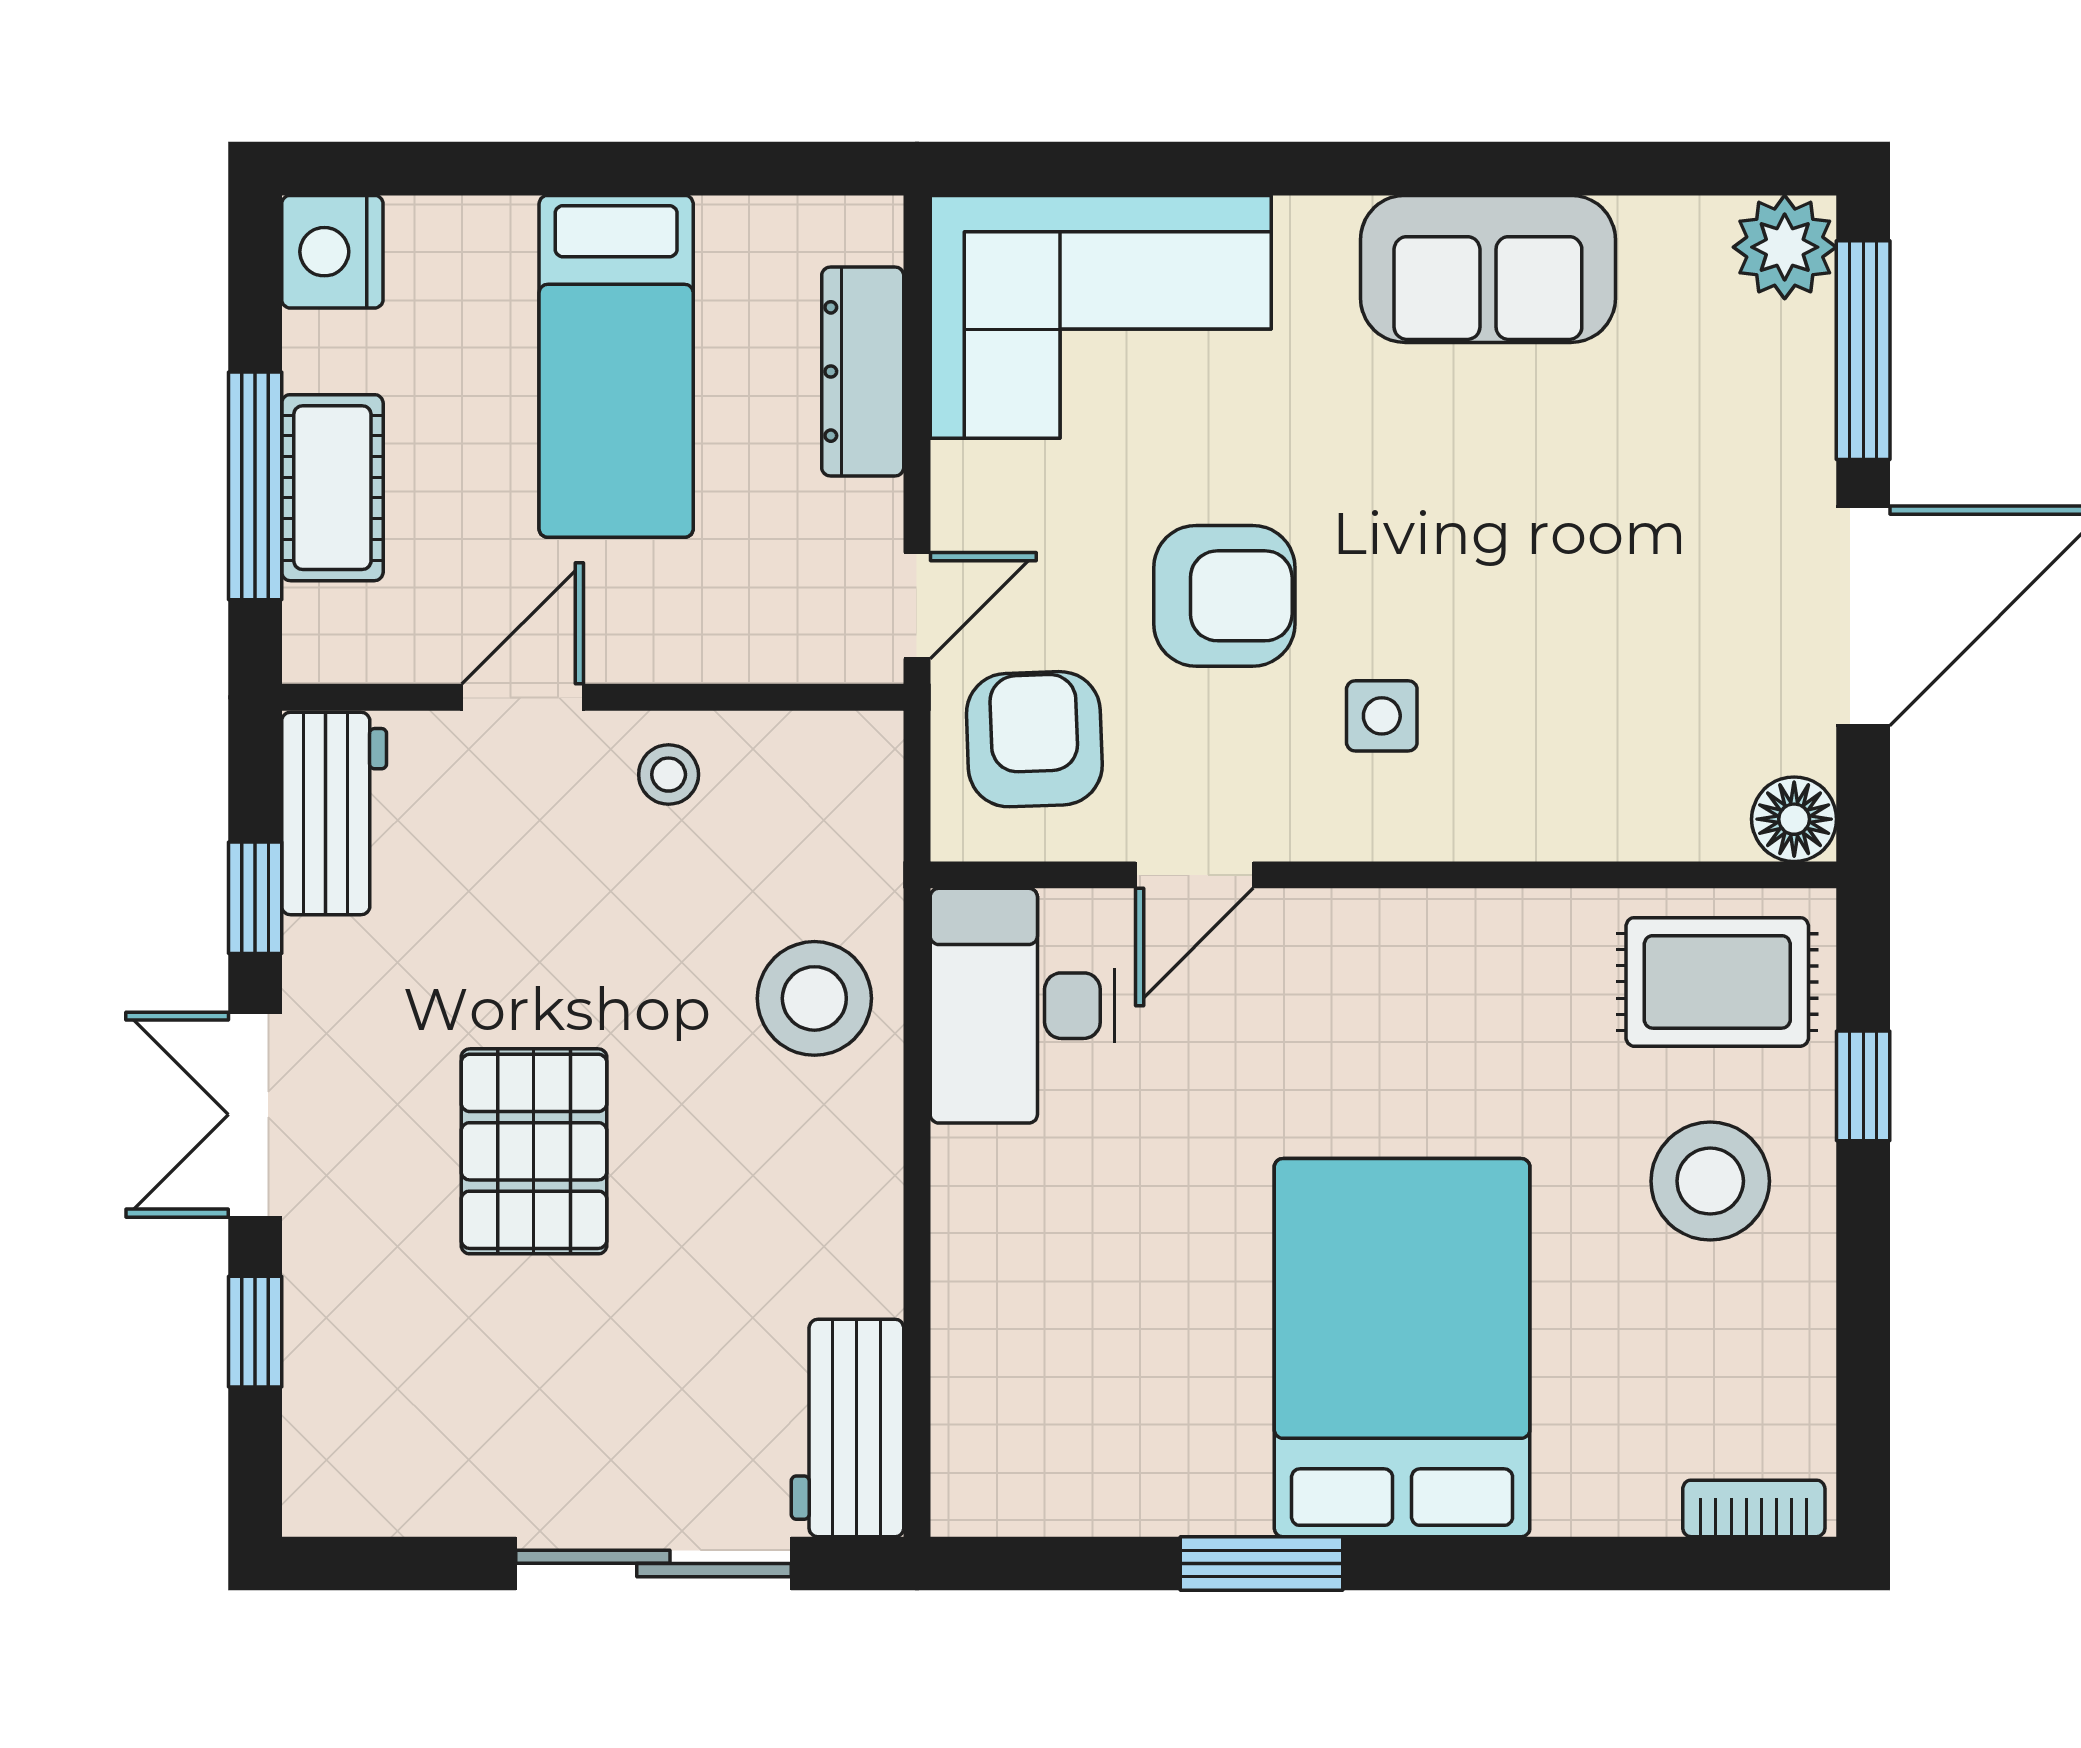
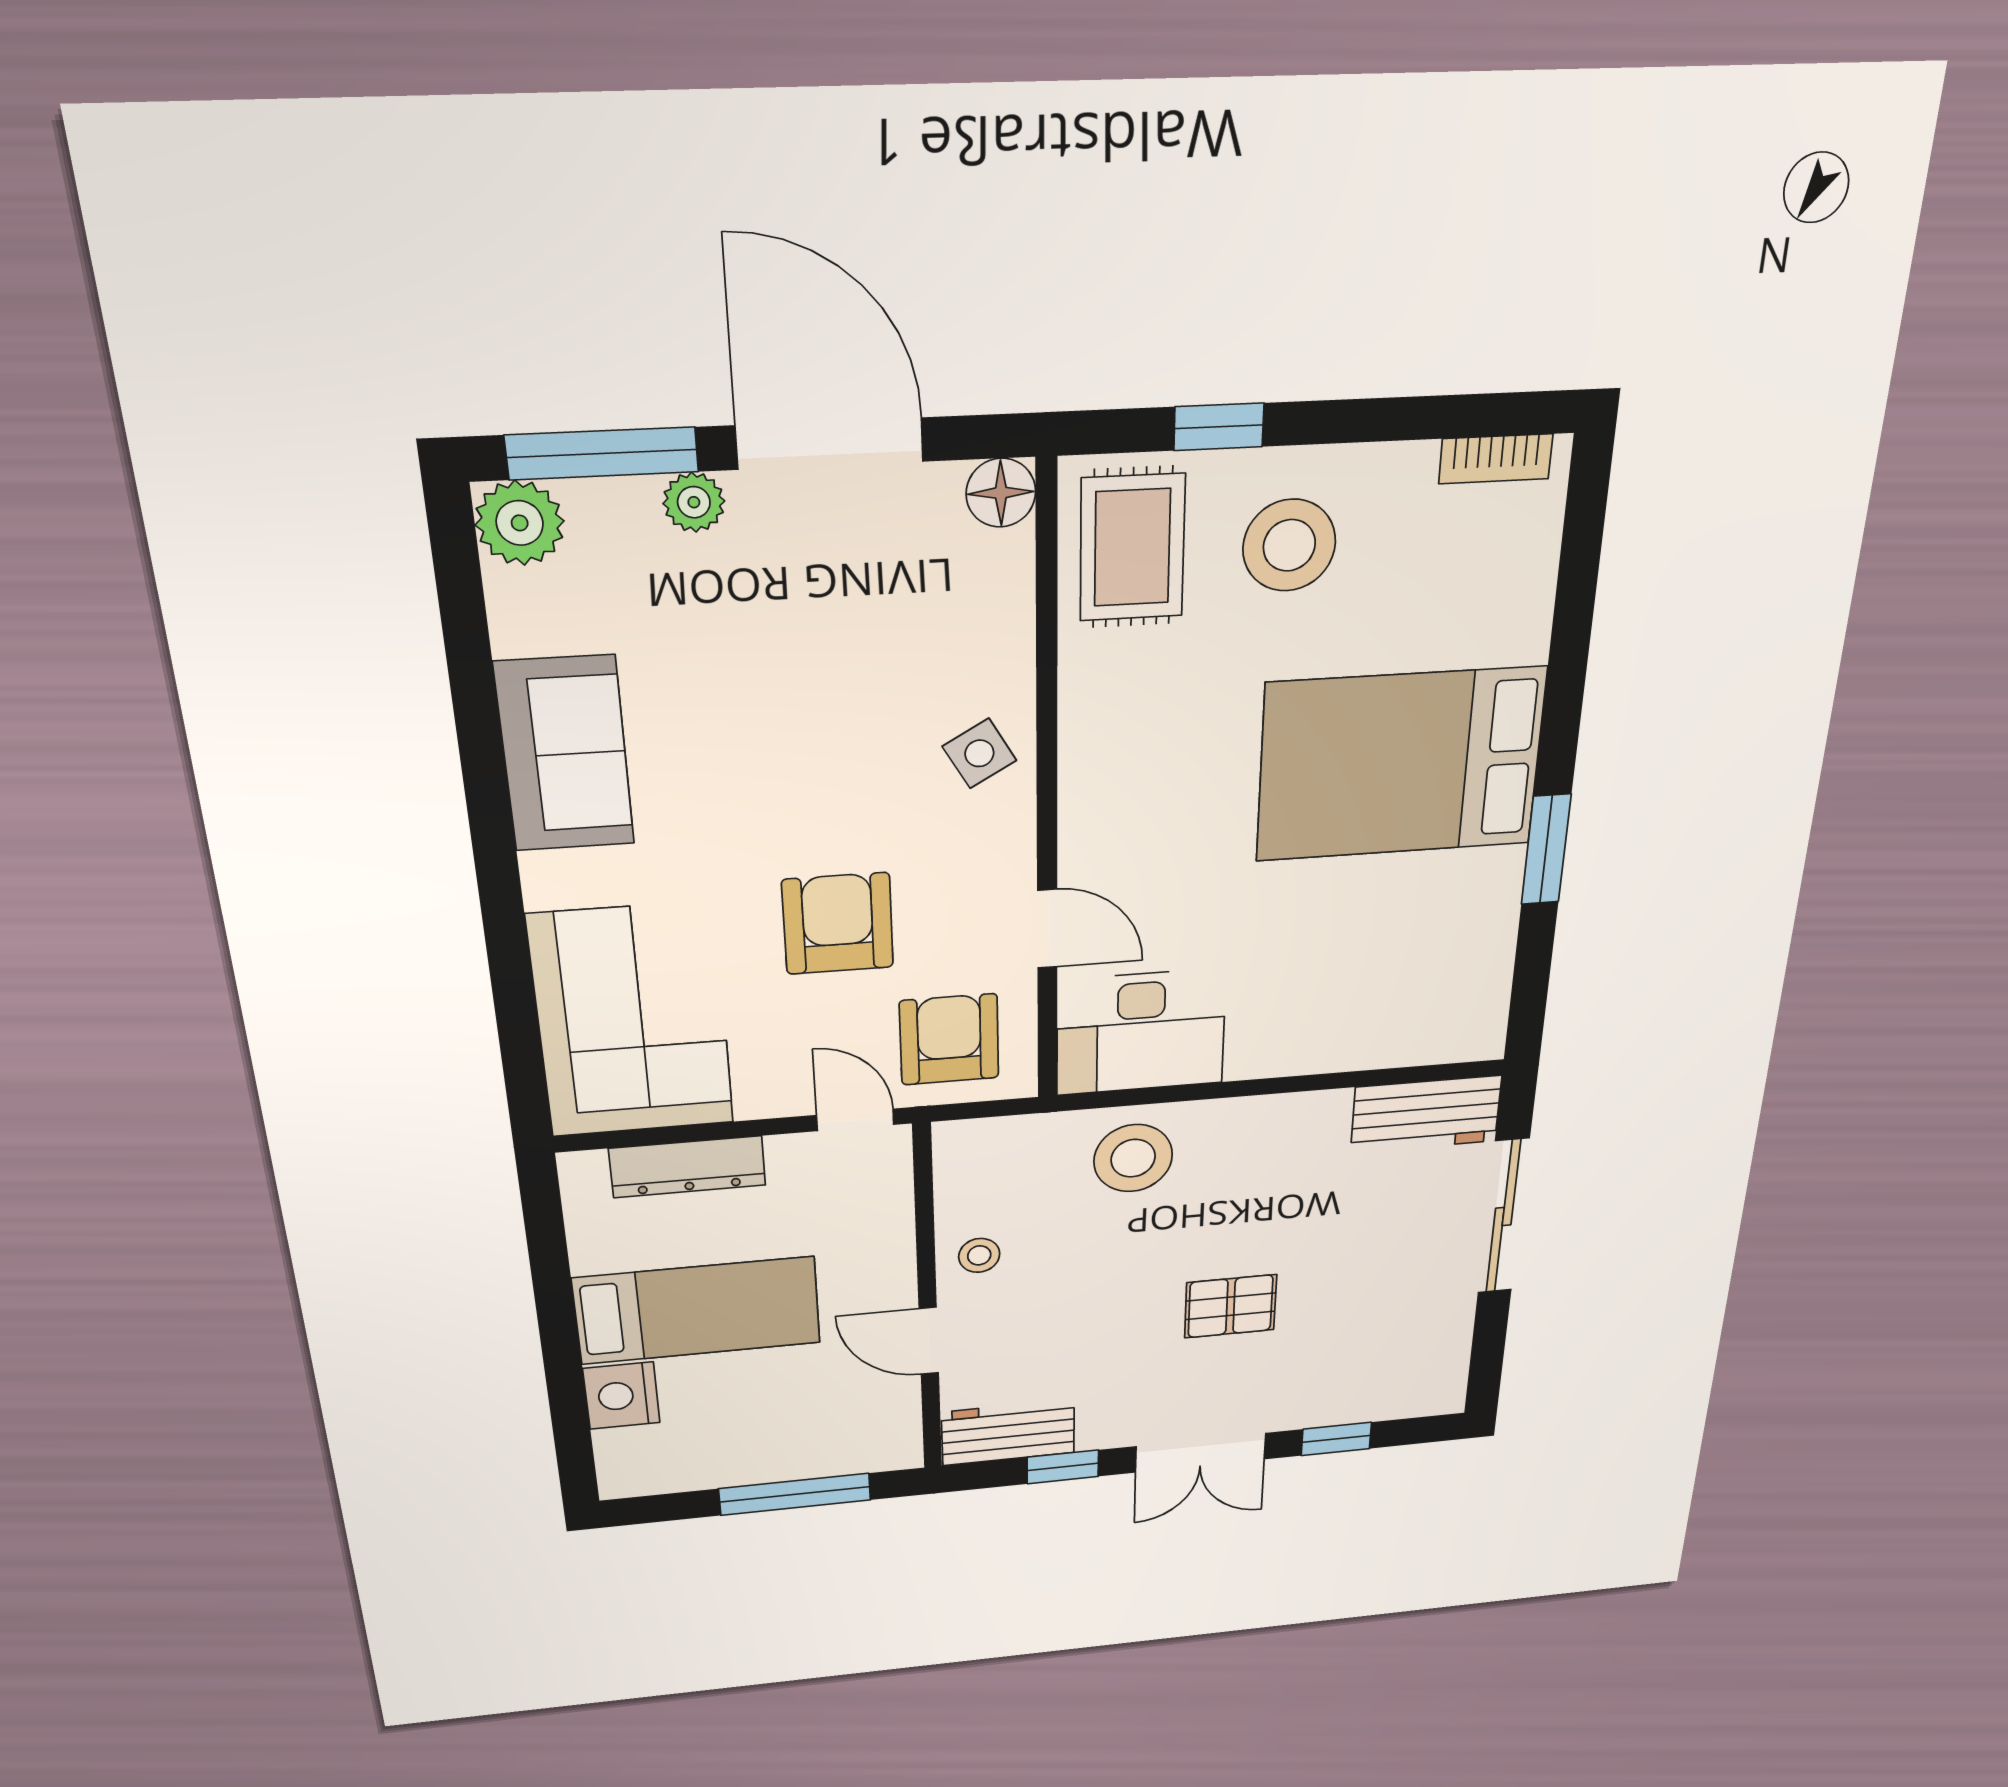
nightstand: (332, 252) -> (622, 1396), moved, turned 90
plant: (1800, 452) -> (694, 502), added
cot: (332, 488) -> (793, 1455), removed
side table: (1382, 716) -> (979, 753), moved, turned -30
armchair: (1034, 739) -> (949, 1039), turned 92
pallet: (534, 1151) -> (1231, 1306), width x0.67, depth x0.71
bookcase: (1754, 1508) -> (1496, 459), moved, turned -90

